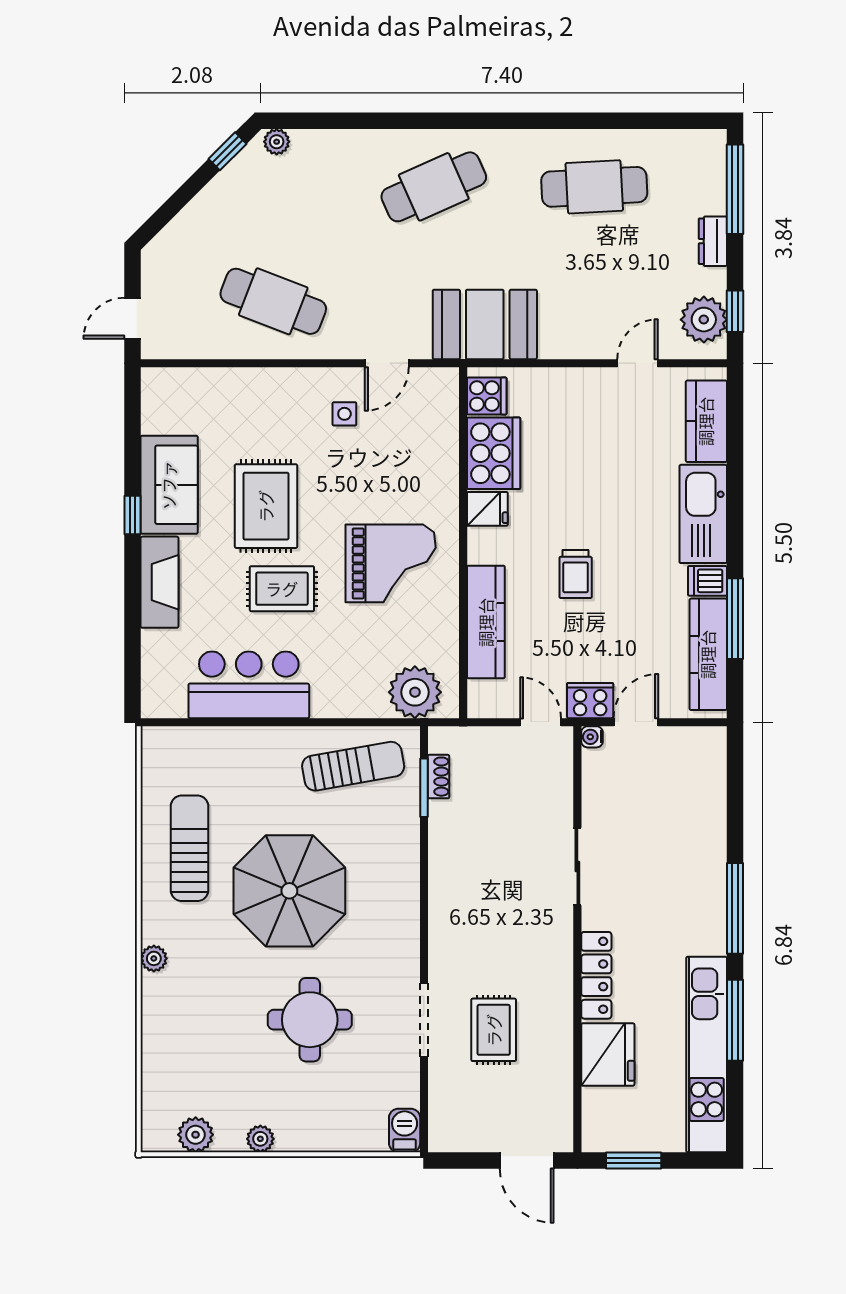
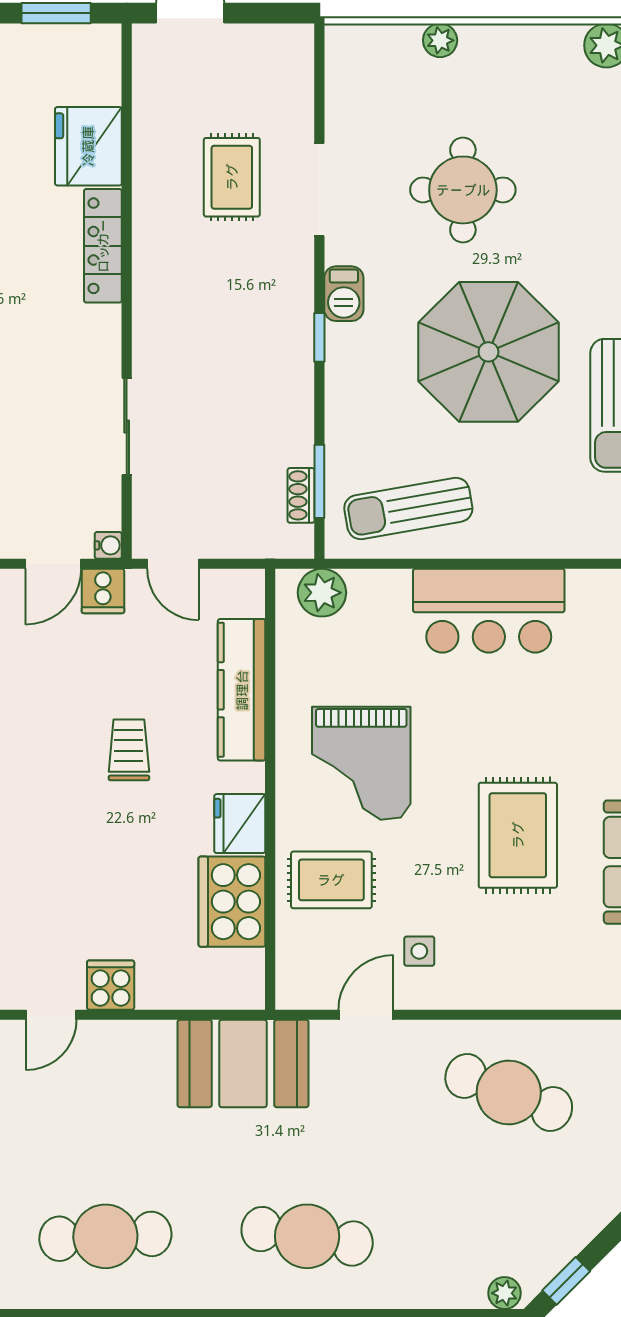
cafe table: (434, 187) -> (307, 1236), turned 33
cooker: (487, 396) -> (111, 985), moved, turned 90
fridge: (487, 509) -> (240, 824), width x1.38
grand piano: (391, 563) -> (361, 763), turned -90
rug: (282, 589) -> (331, 880), moved
bar counter: (249, 685) -> (489, 611), moved
plant: (415, 692) -> (322, 593), width x0.73, depth x0.73
cooker: (590, 701) -> (103, 591), width x0.73
sliding door: (577, 866) -> (127, 426), moved
window: (424, 902) -> (319, 337), added
barbecue: (405, 1130) -> (344, 294), moved
plant: (260, 1139) -> (440, 40), moved

